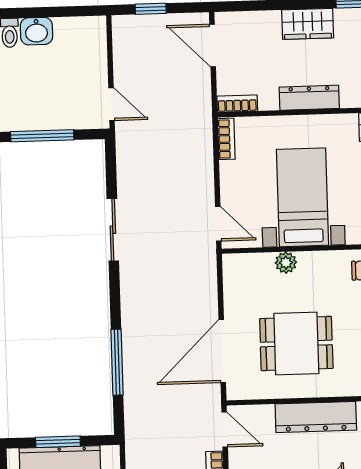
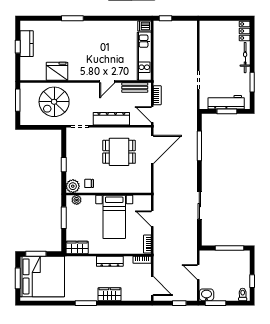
window: (70, 11) -> (216, 303), added
washbasin: (36, 31) -> (206, 295), moved
door: (111, 104) -> (198, 272), moved
door: (218, 224) -> (152, 219), moved
plant: (286, 263) -> (123, 188), removed

